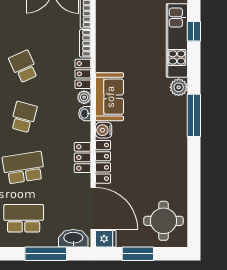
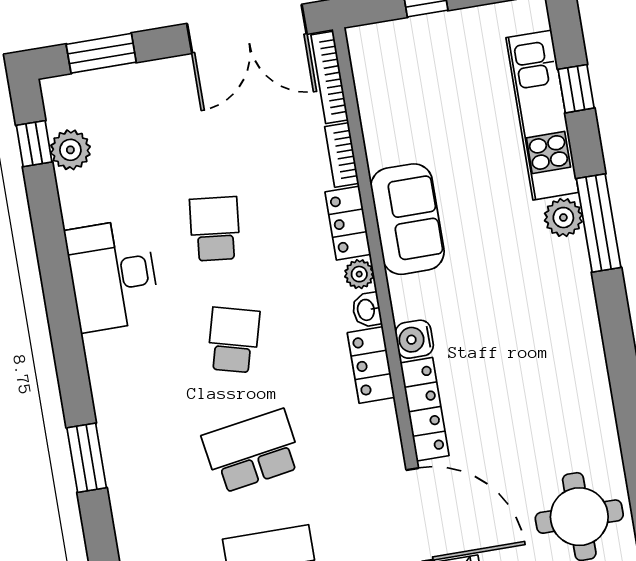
school desk: (24, 67) -> (215, 229), turned 30
sofa: (110, 97) -> (407, 219), moved
window: (194, 115) -> (599, 223), moved
locker: (83, 157) -> (371, 365), moved

